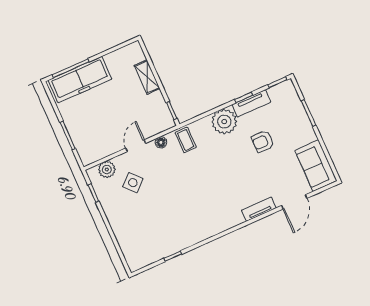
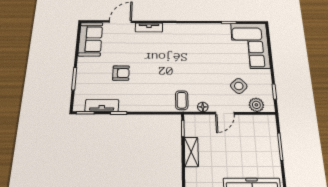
shelving: (147, 77) -> (191, 152), moved
tv unit: (251, 103) -> (102, 106), moved
plant: (224, 122) -> (144, 101), removed
corner sofa: (138, 237) -> (250, 46), added

